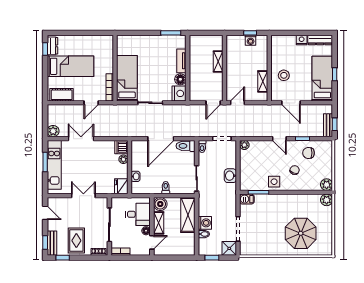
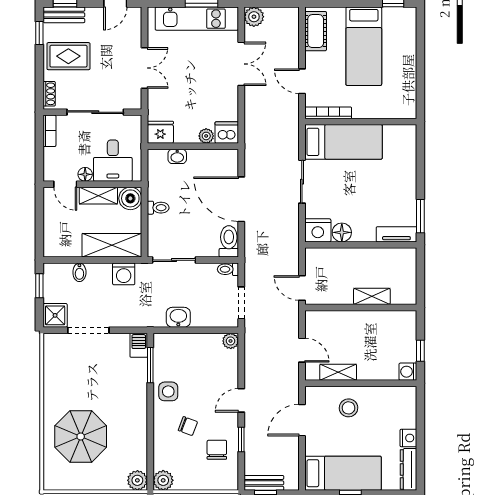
washing machine: (251, 40) -> (408, 372), moved
dresser: (52, 46) -> (398, 16), removed
tv unit: (181, 61) -> (396, 234), moved
door: (238, 103) -> (302, 350), moved
washing machine: (205, 223) -> (124, 274), moved

